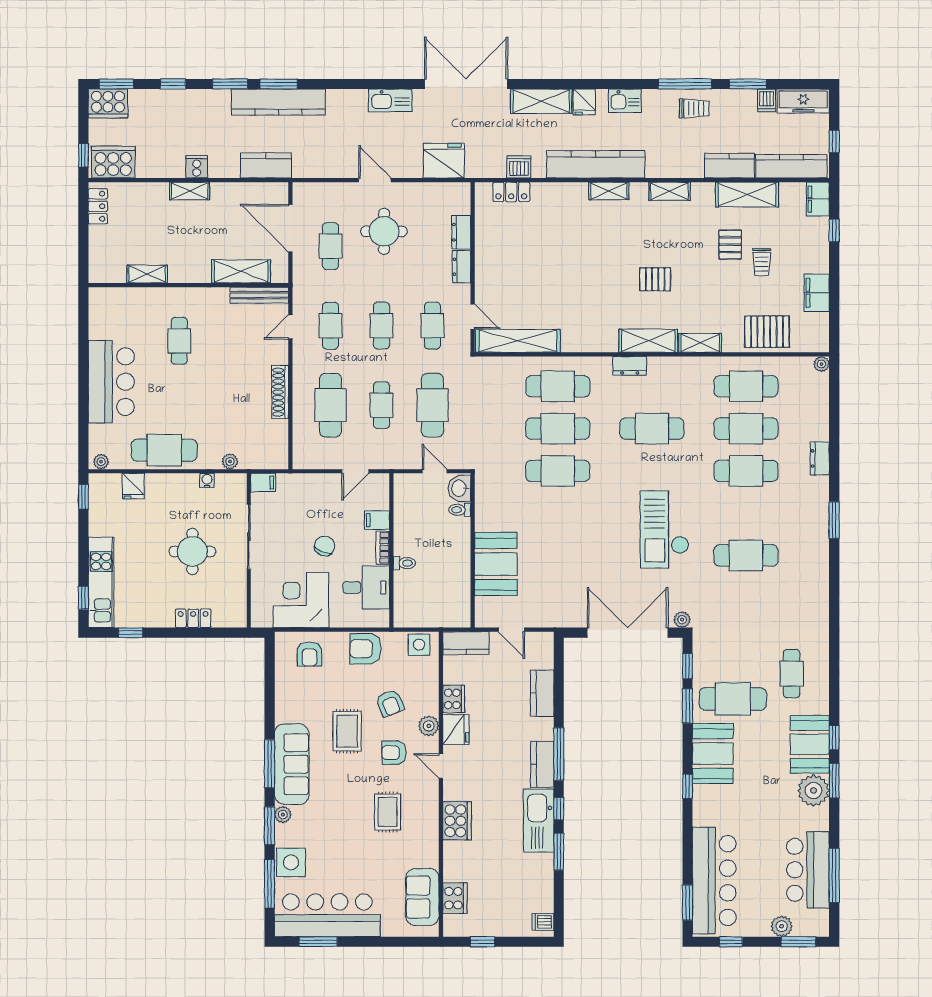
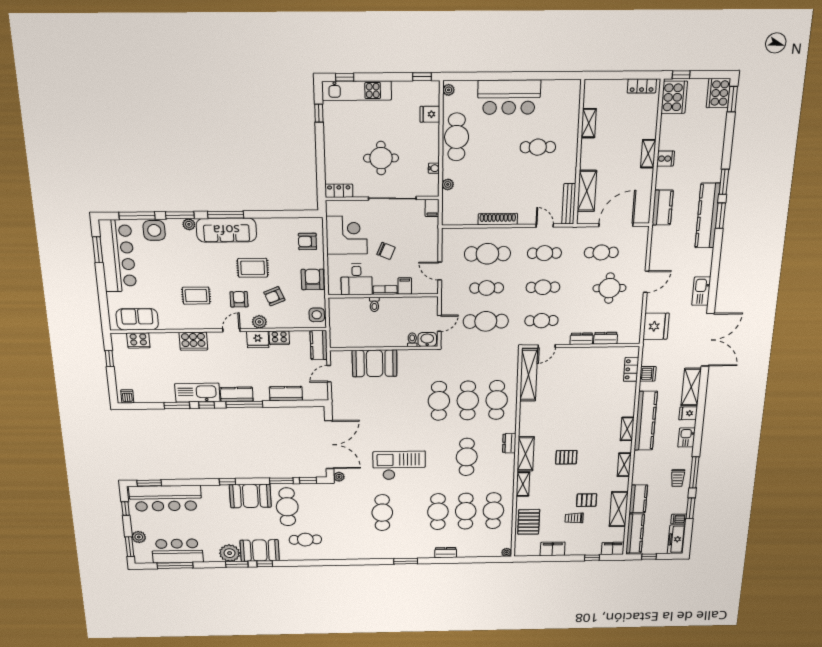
window: (173, 84) -> (728, 141), removed
pallet: (655, 279) -> (566, 457), turned 90
locker: (193, 618) -> (339, 191), moved, turned -90

